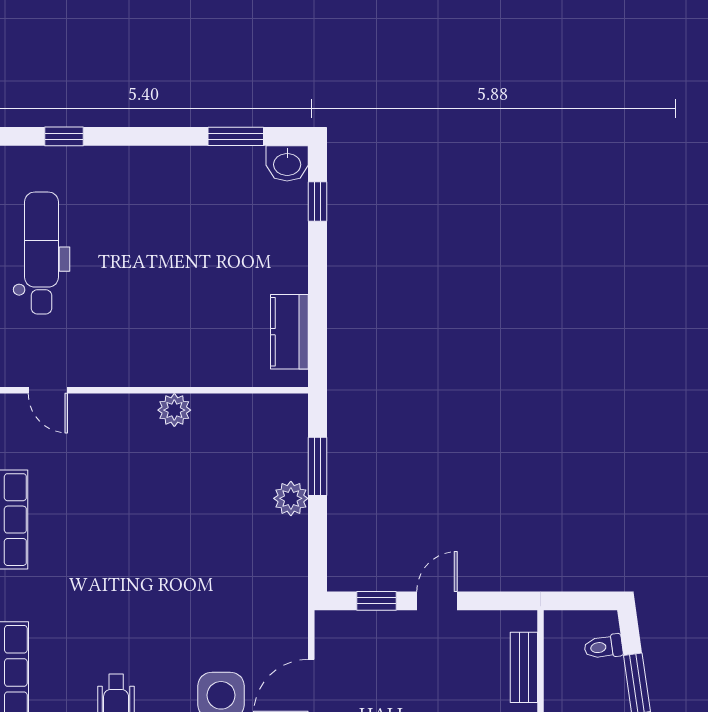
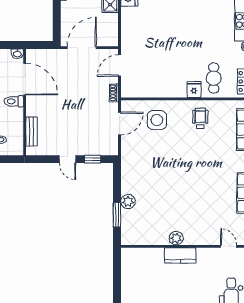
kitchen counter: (289, 332) -> (180, 255), moved, turned 90
door: (437, 601) -> (67, 159), hinge flipped

